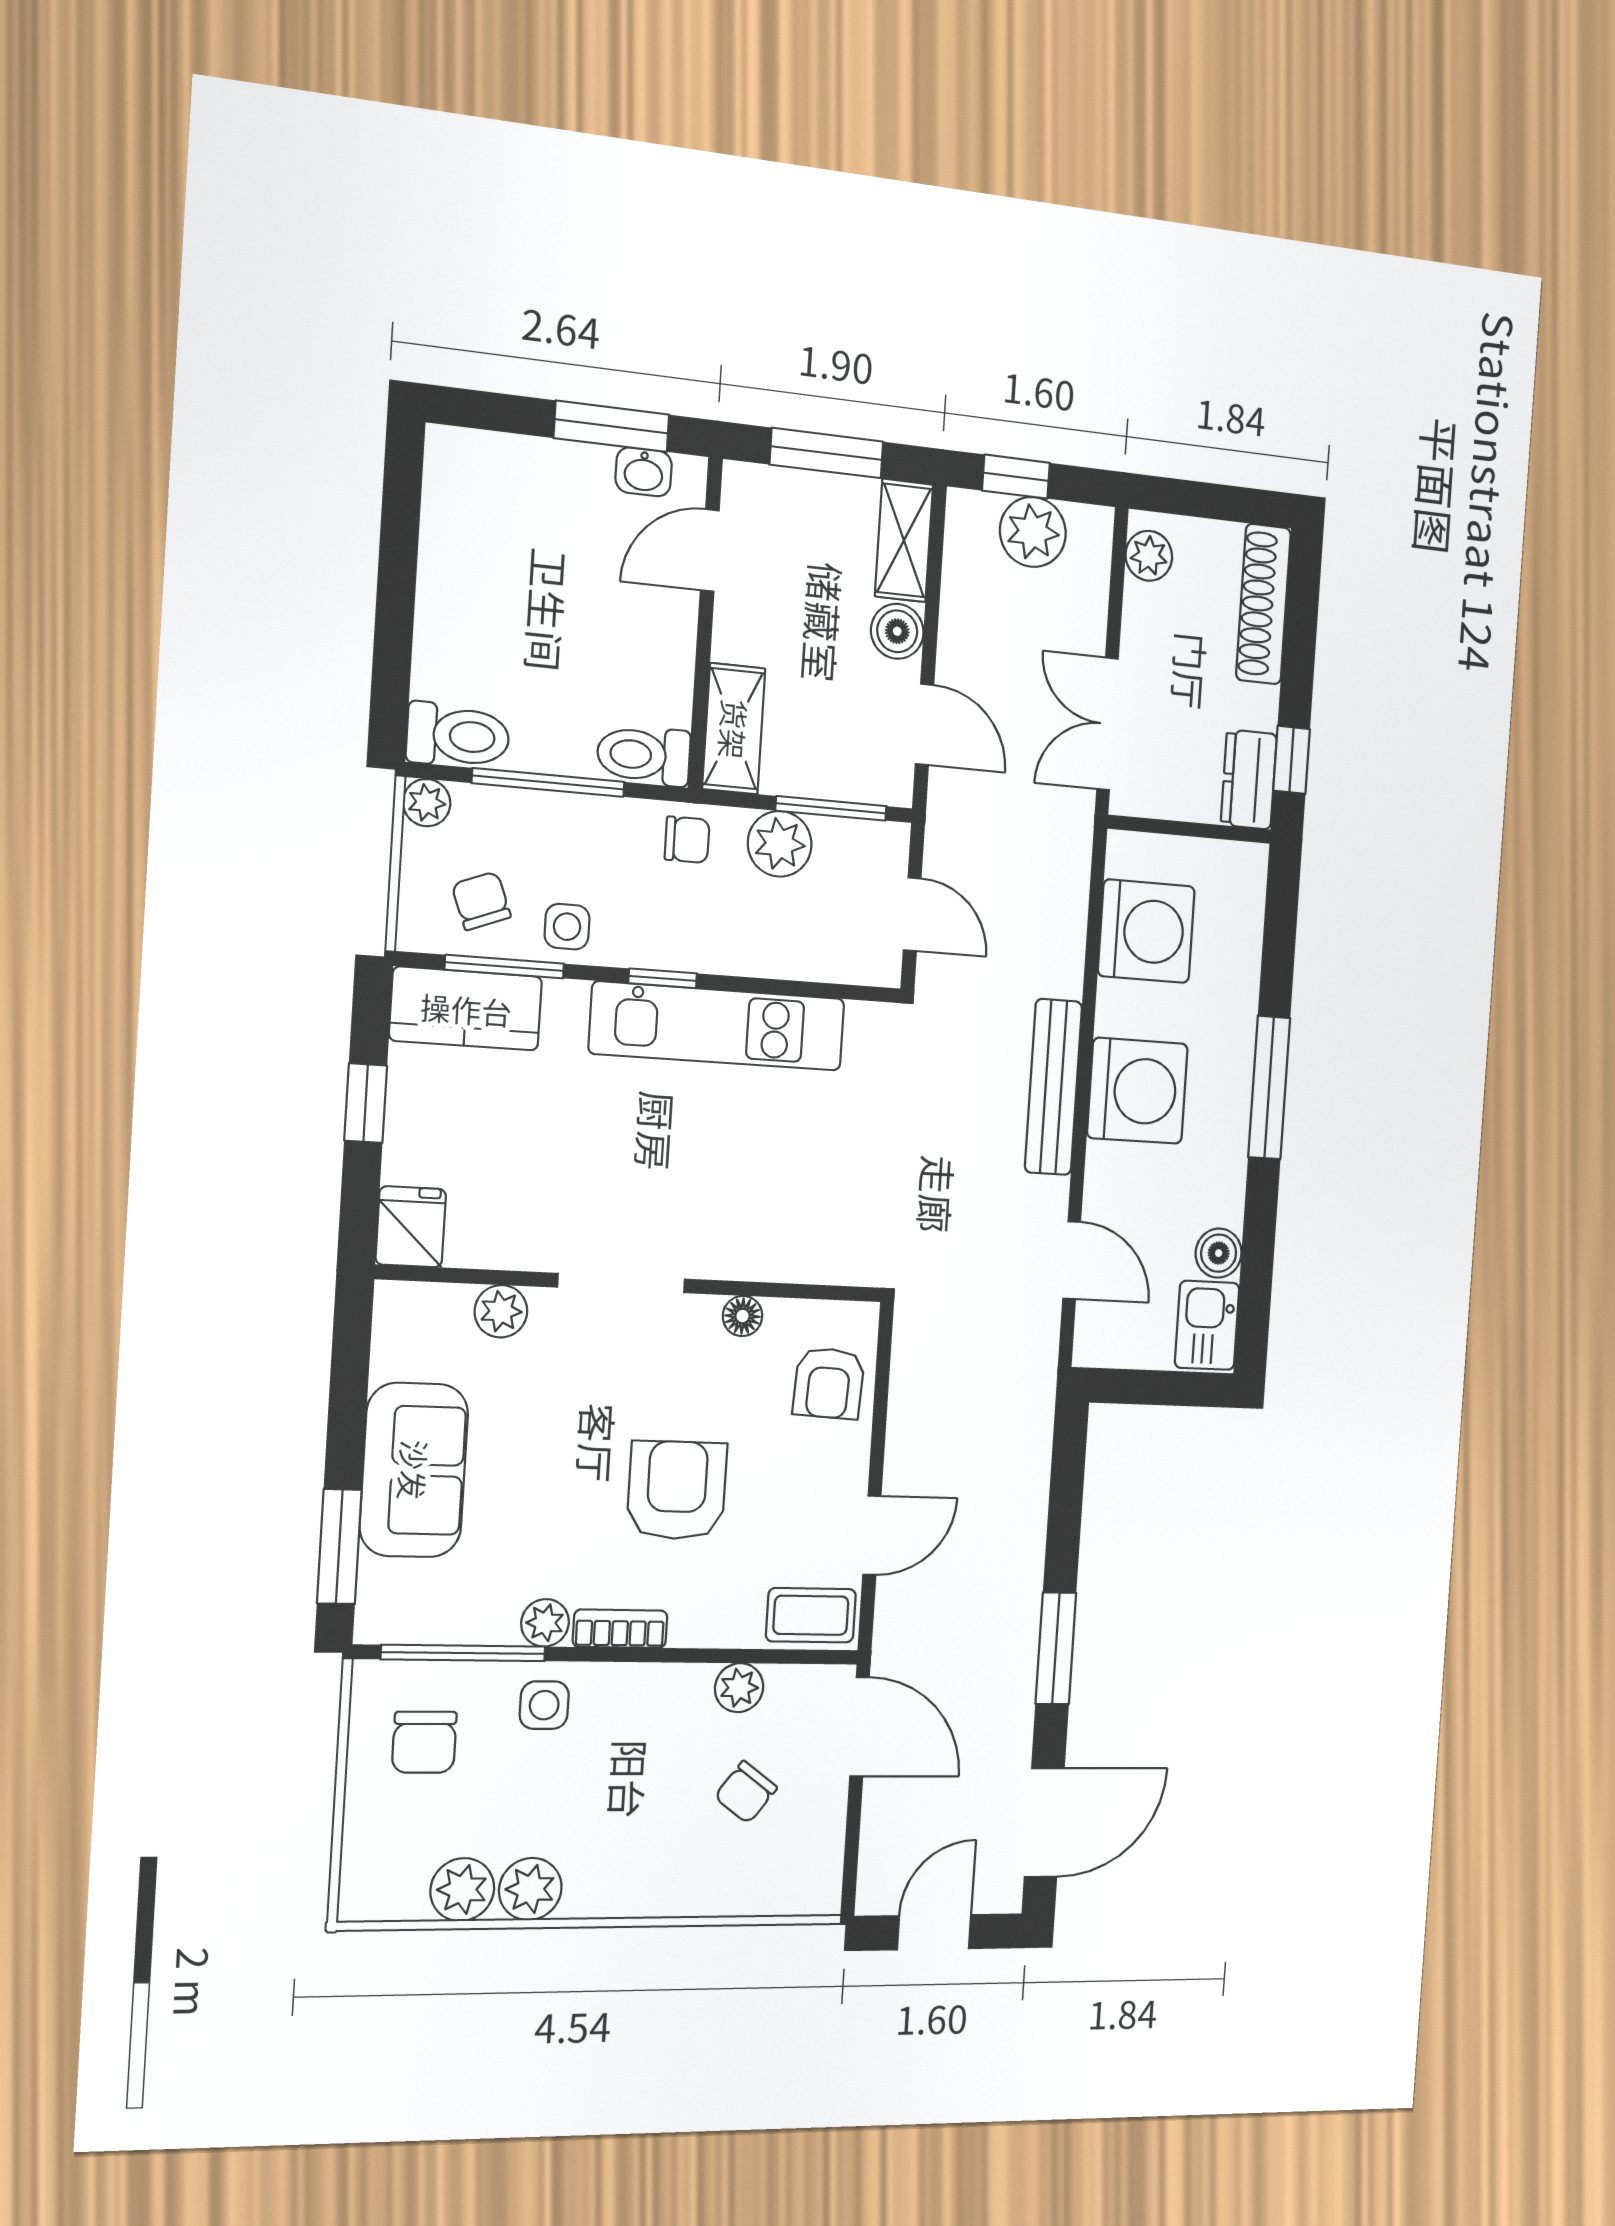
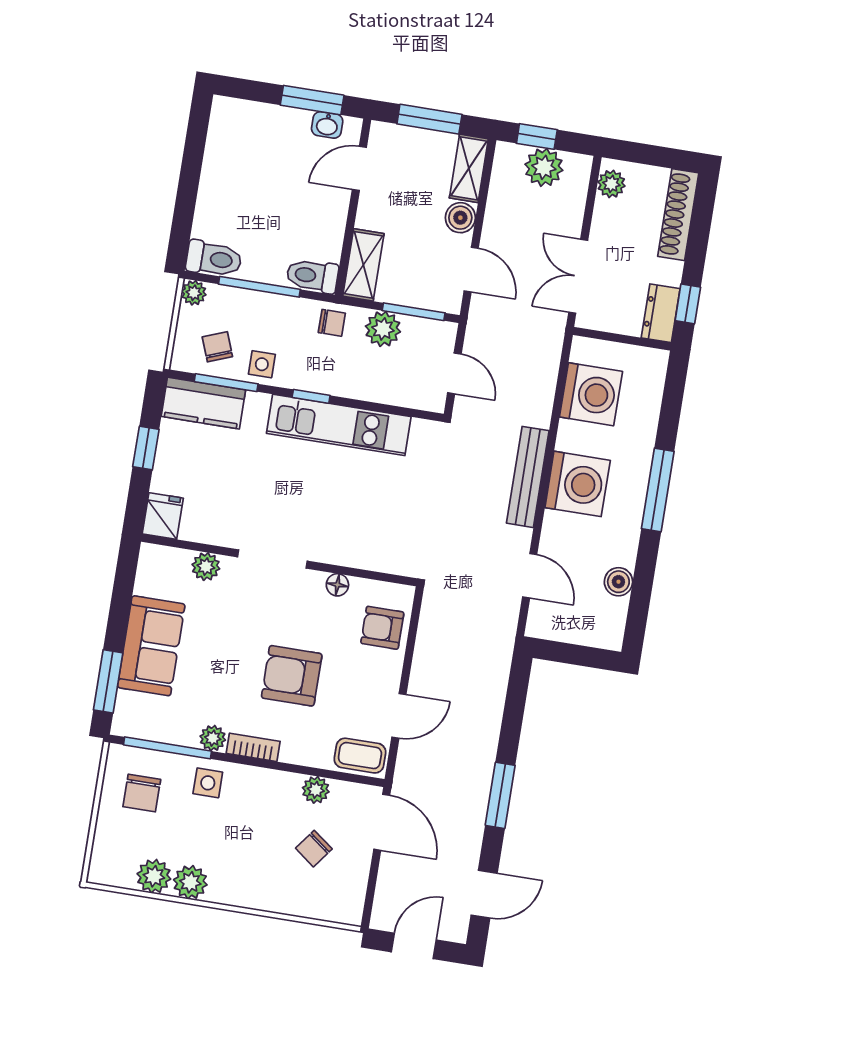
kitchen sink: (1207, 1325) -> (608, 622), removed
armchair: (829, 1383) -> (382, 628), turned 87
armchair: (677, 1490) -> (292, 676), turned -90
door: (1044, 1823) -> (484, 894), width x0.73

